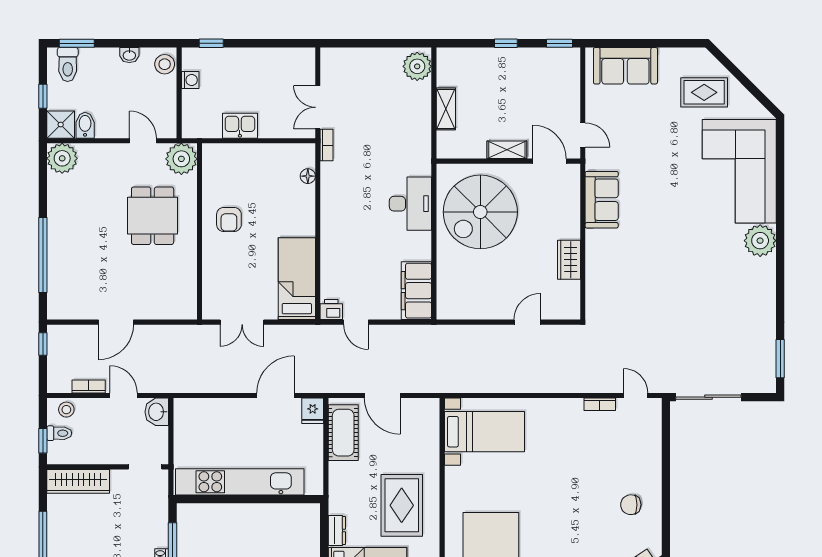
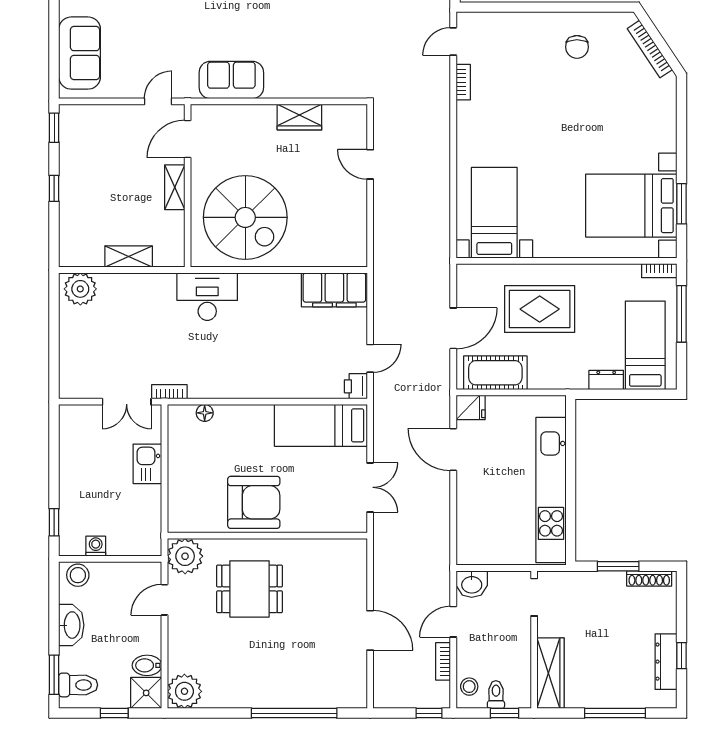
washbasin: (129, 55) -> (71, 625), width x1.91, depth x1.45
kitchen sink: (240, 126) -> (147, 464), moved
desk: (410, 204) -> (207, 297), moved
armchair: (229, 219) -> (254, 502), width x1.88, depth x1.88
window: (43, 344) -> (429, 713), moved
rug: (402, 505) -> (540, 309), moved

